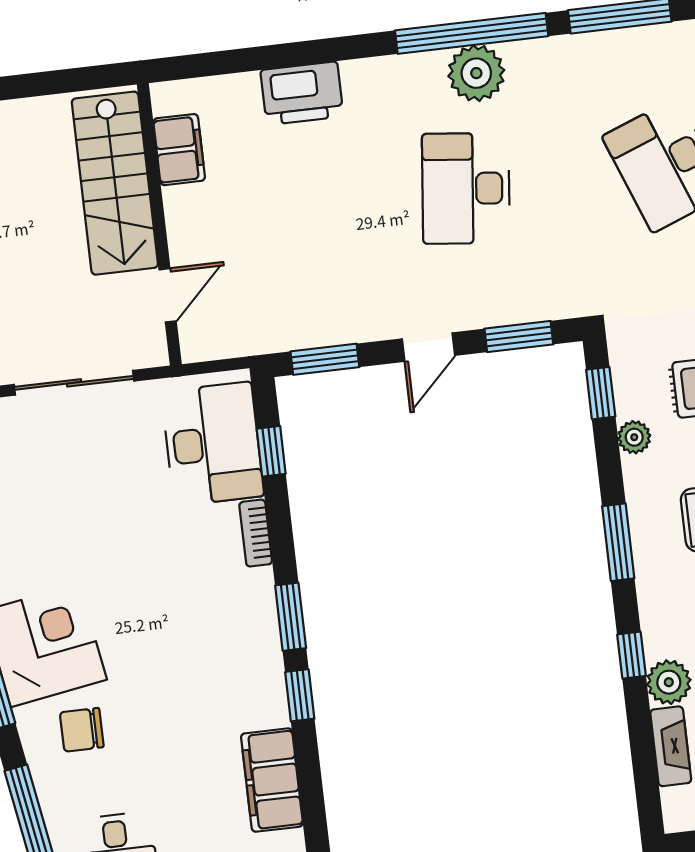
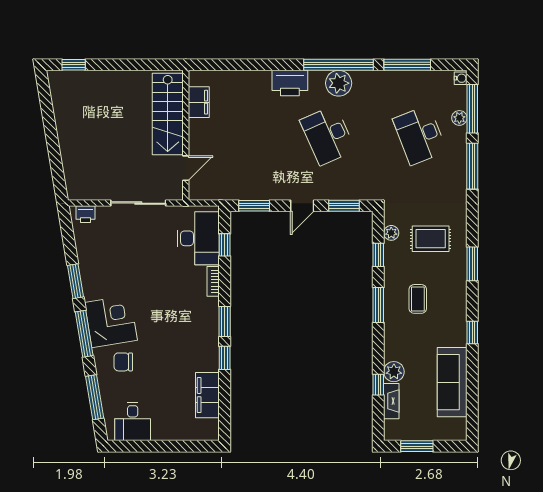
printer: (302, 93) -> (290, 83), moved
desk: (466, 188) -> (328, 135), turned -30
window: (601, 393) -> (378, 255), moved
plant: (634, 437) -> (391, 233), moved
window: (631, 655) -> (378, 385), moved

